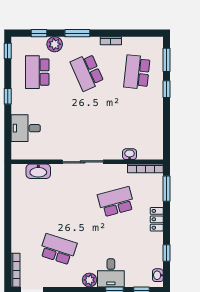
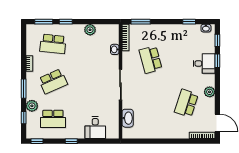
plant: (156, 121) -> (90, 30), added
locker: (157, 219) -> (164, 29), removed
plant: (90, 280) -> (210, 92), moved

